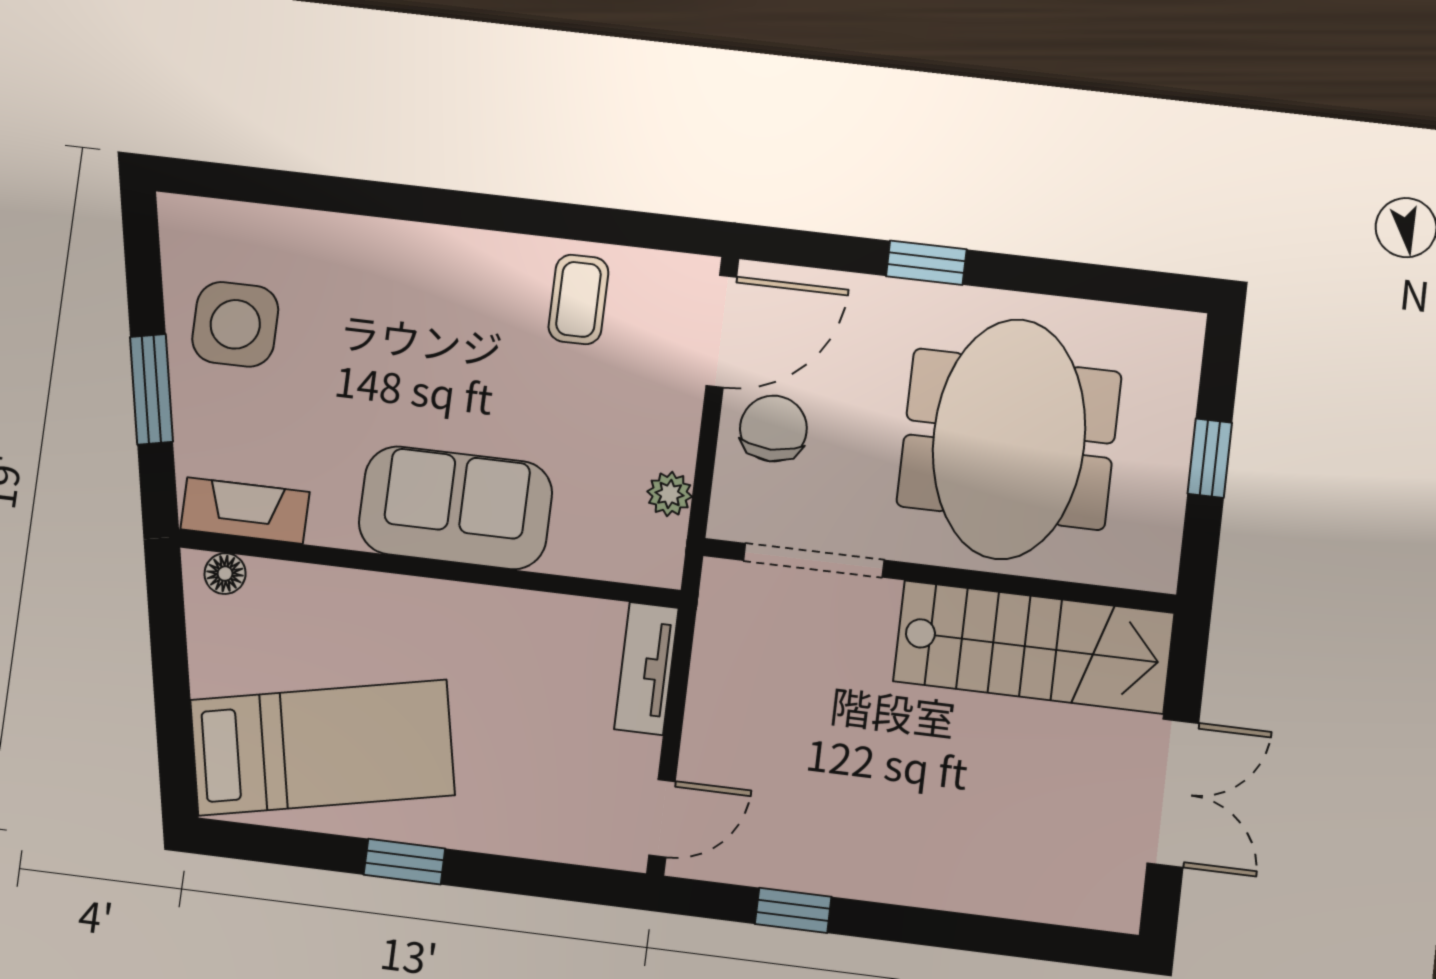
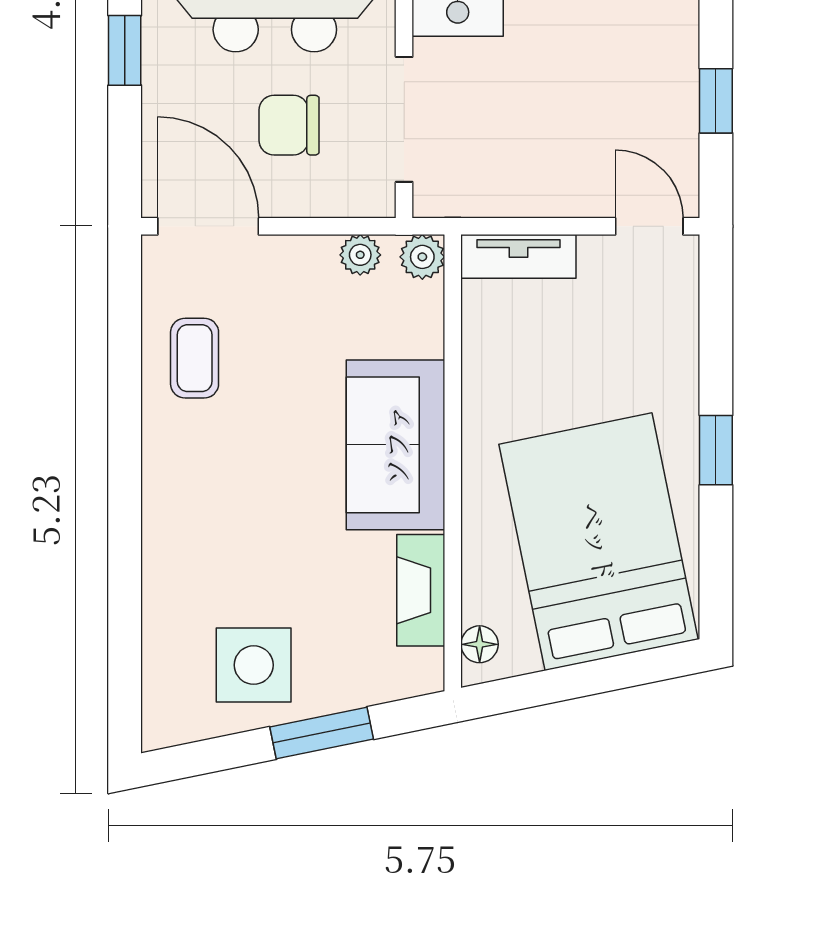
coffee table: (578, 299) -> (195, 358), turned 90
chair: (773, 429) -> (289, 125), moved
fireplace: (245, 511) -> (421, 590), moved
plant: (659, 562) -> (422, 257), added
bed: (322, 748) -> (599, 542), width x1.50

